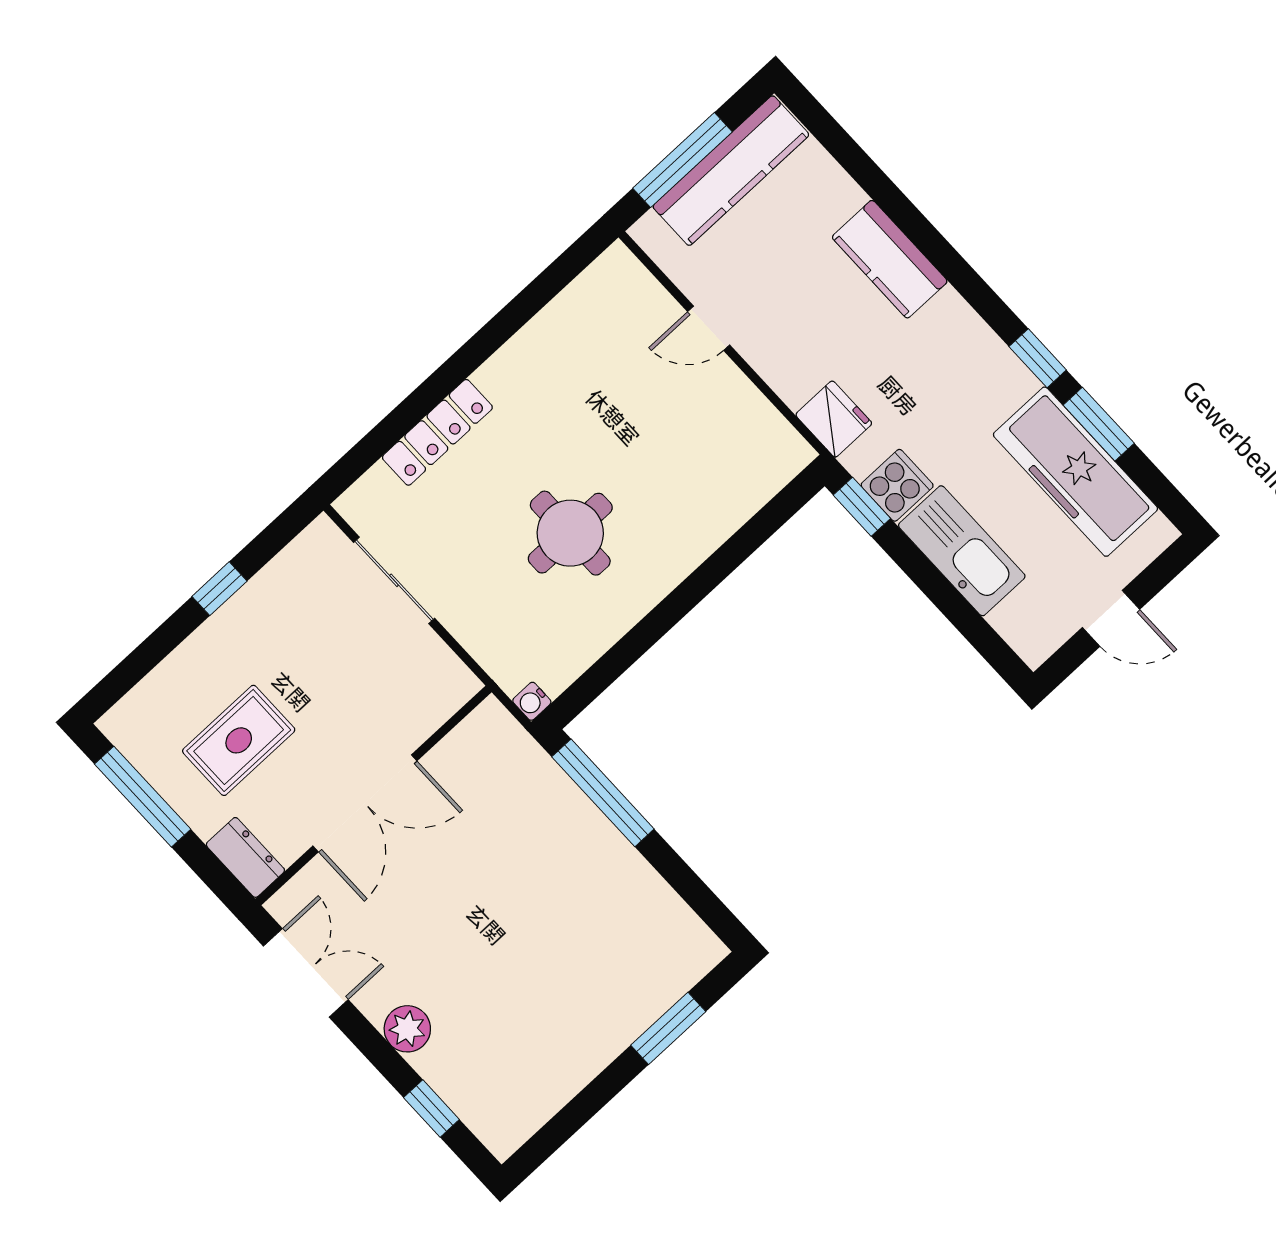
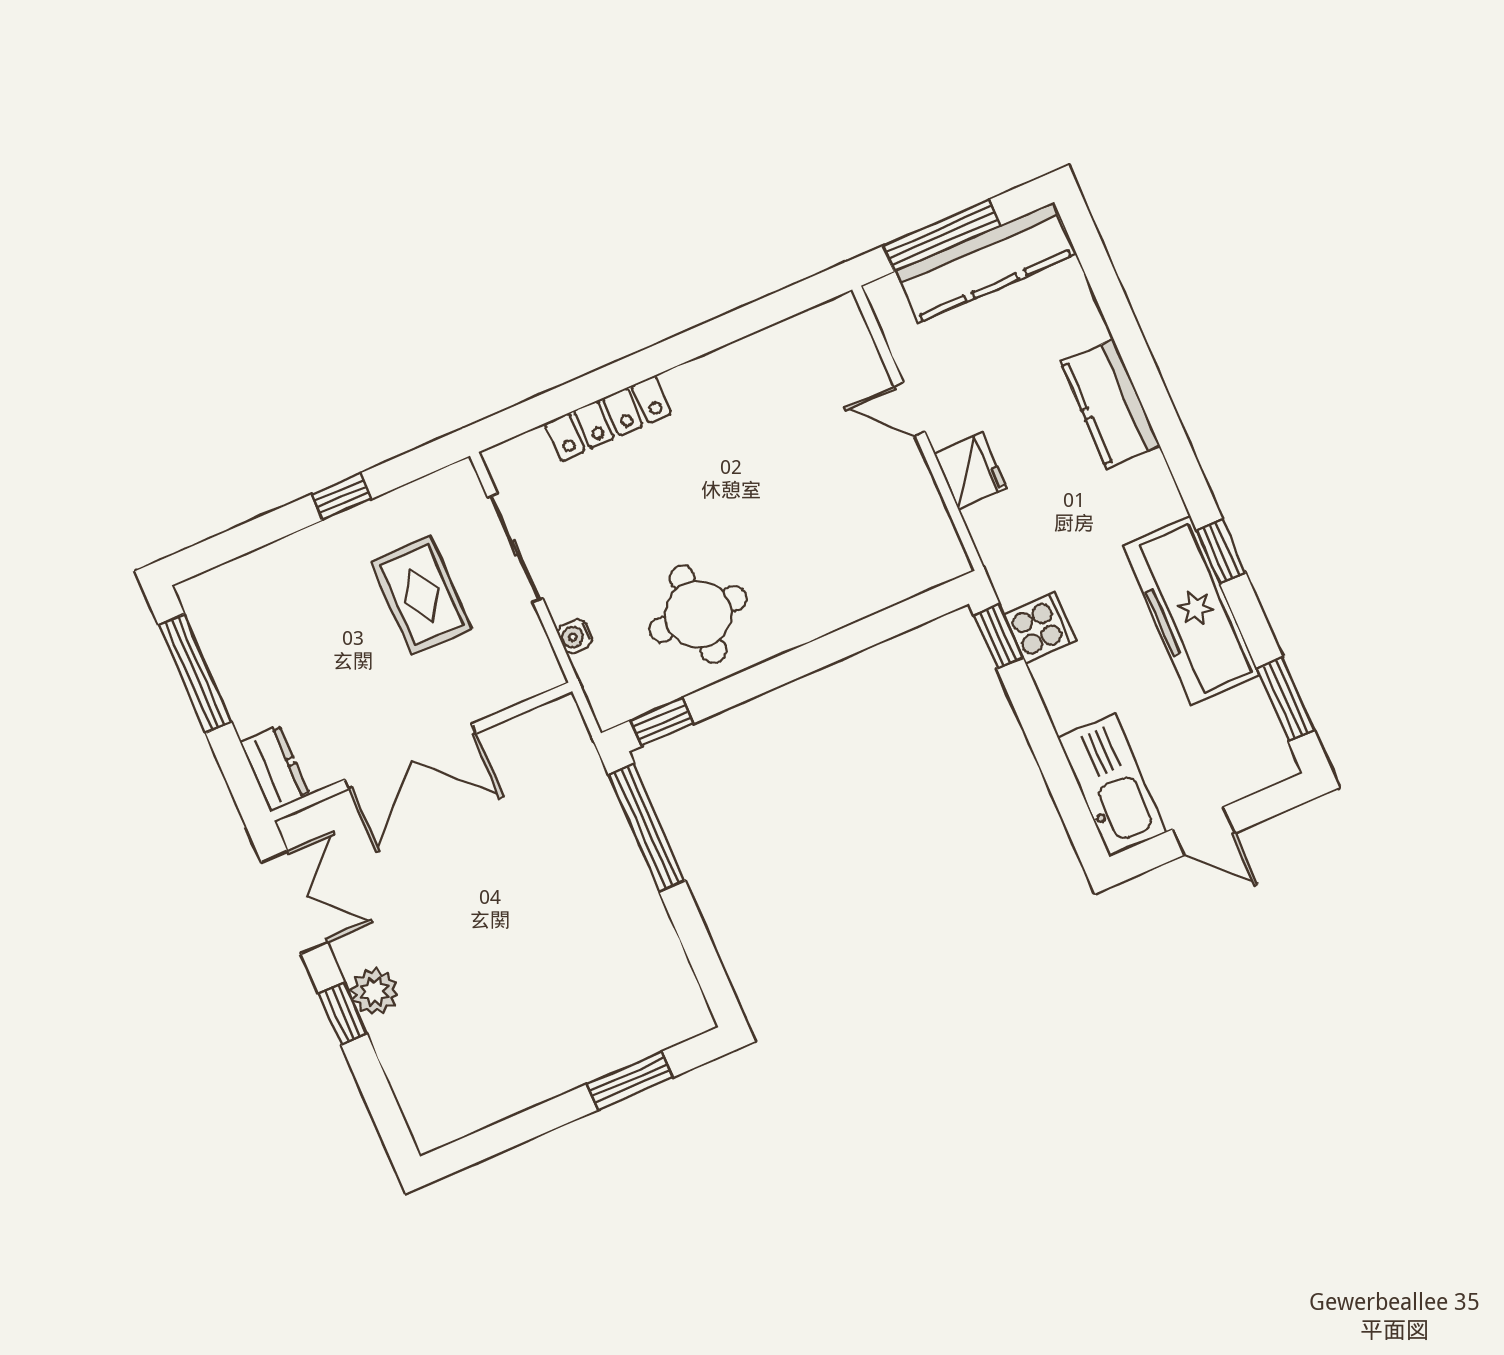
fridge: (834, 419) -> (970, 471), moved
window: (1099, 424) -> (1286, 700), moved
freezer: (1075, 472) -> (1191, 610), moved
round table: (570, 533) -> (698, 614), moved
kitchen sink: (962, 551) -> (1112, 785), moved
window: (583, 692) -> (662, 722), added
water cooler: (532, 701) -> (575, 636), moved
rug: (239, 740) -> (422, 595), moved, turned 90
window: (431, 1109) -> (343, 1013), moved

